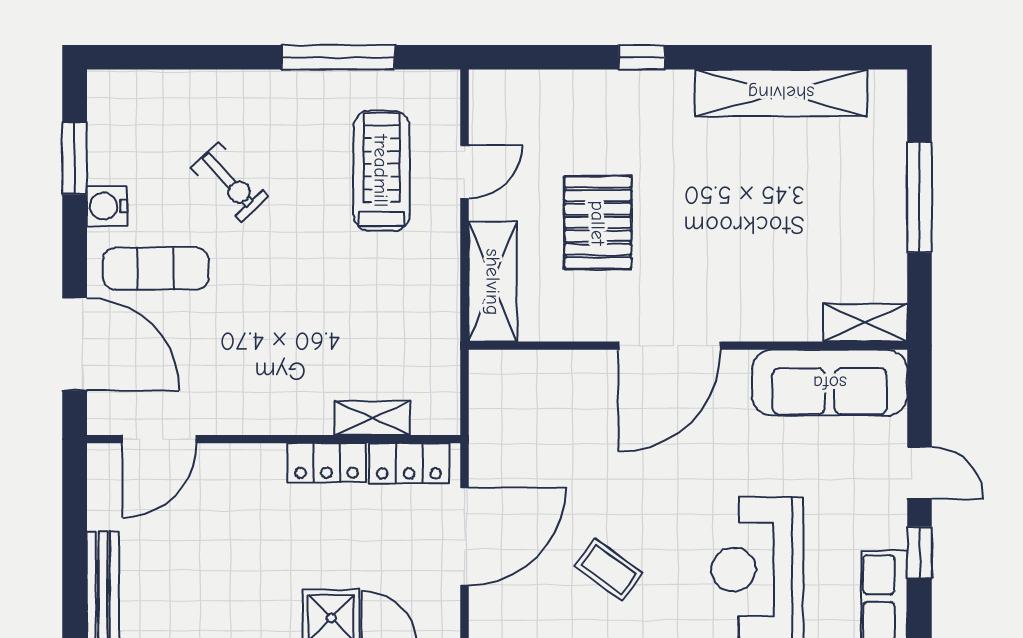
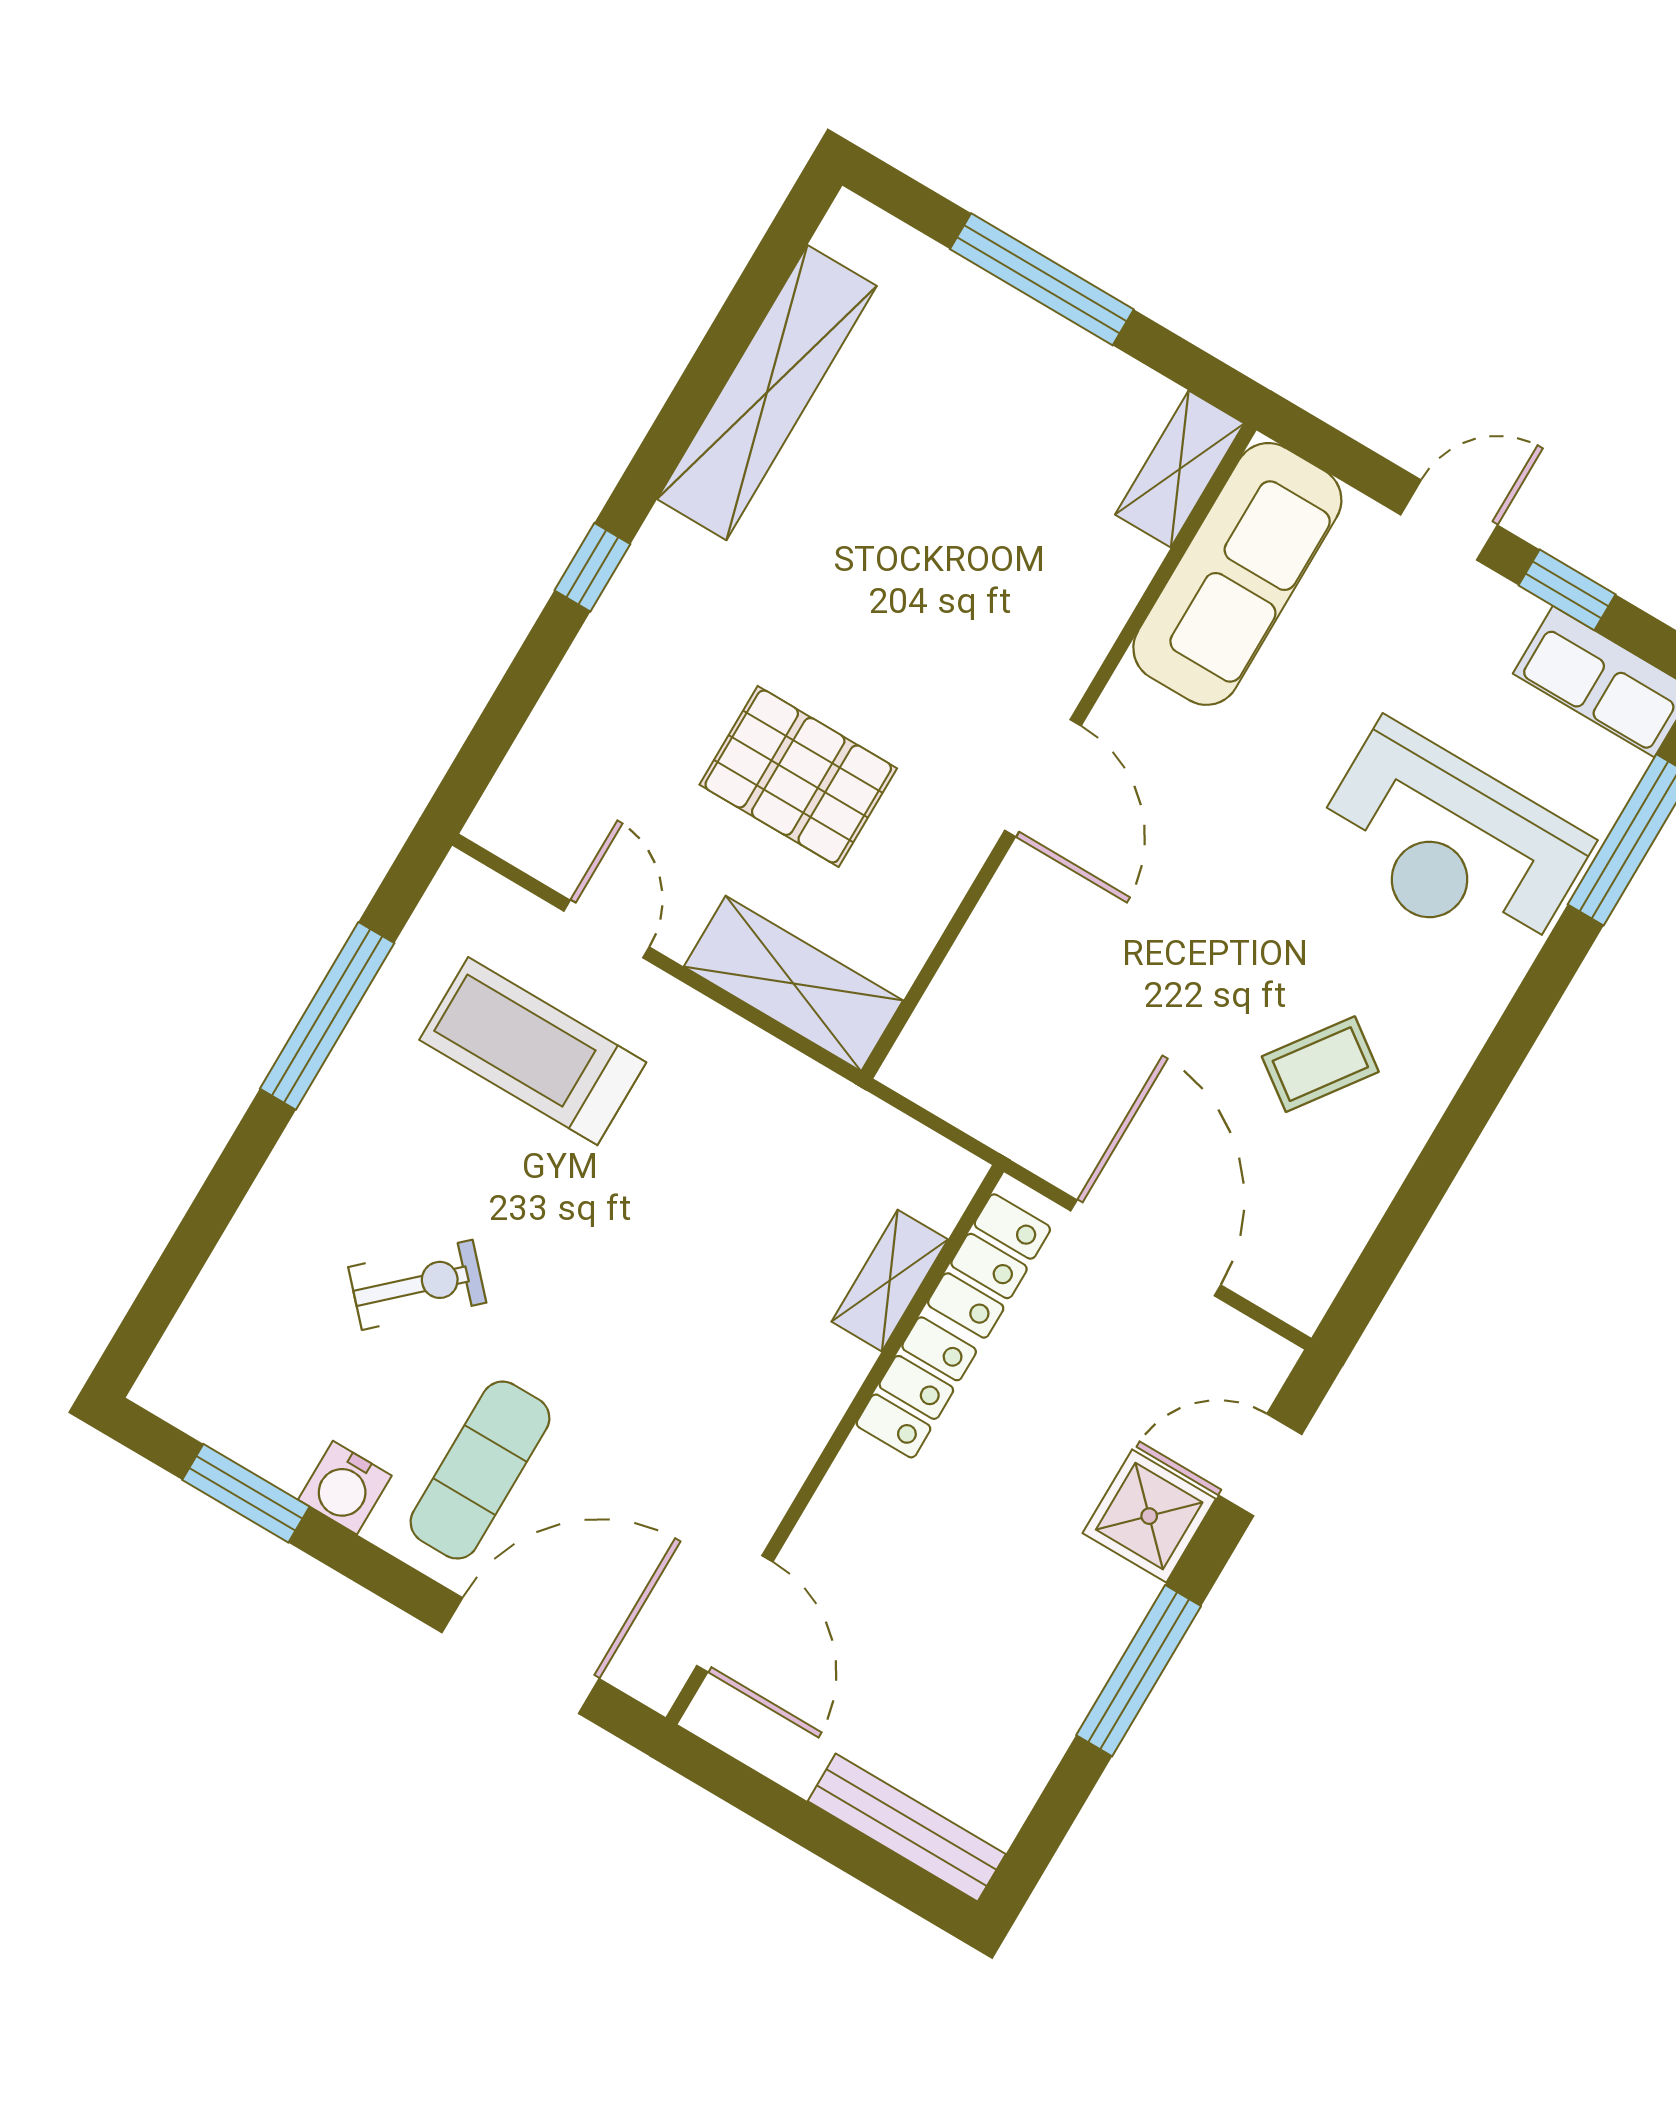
door: (670, 346) -> (1043, 778), width x0.73

